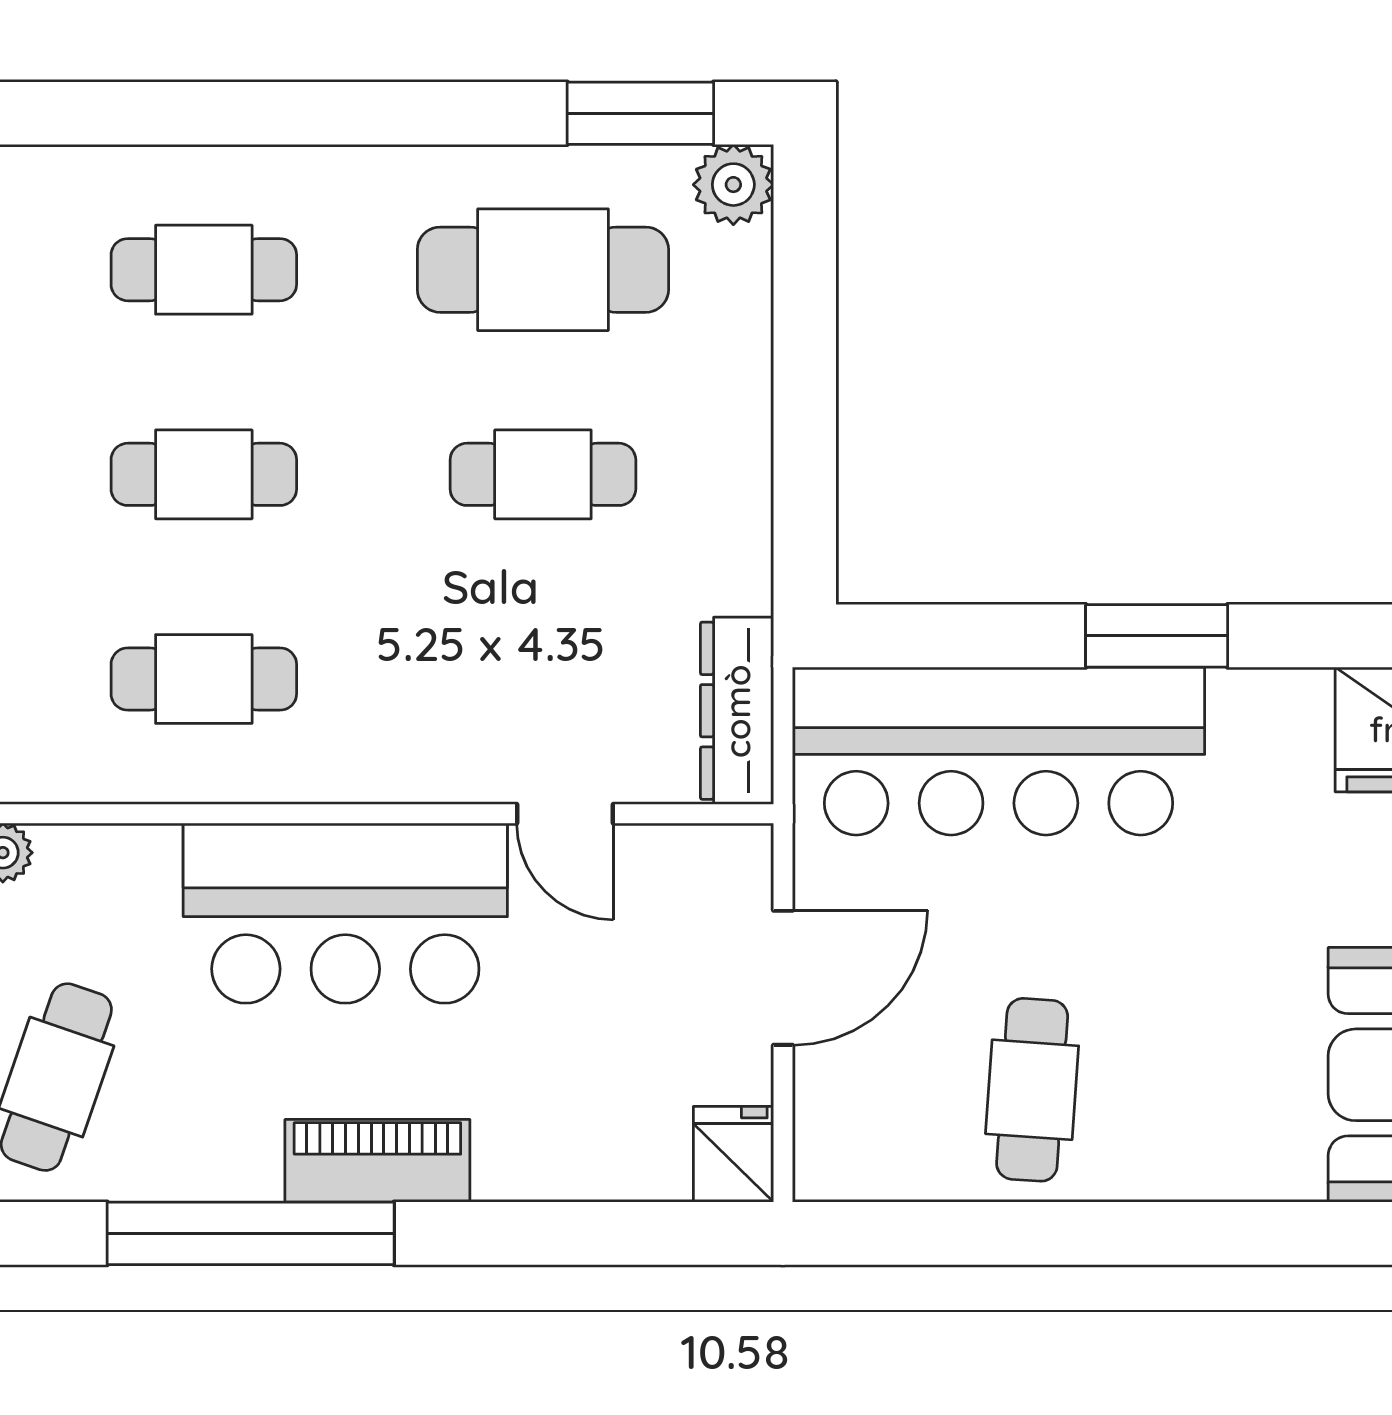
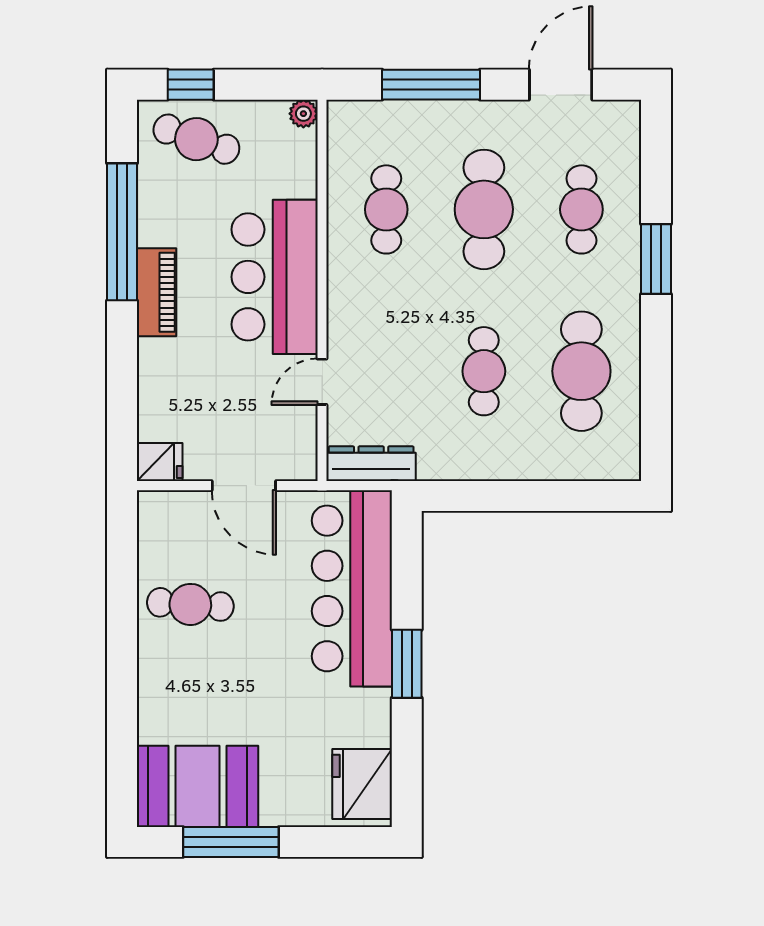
window: (640, 113) -> (656, 259), moved
plant: (733, 185) -> (622, 462), removed
cafe table: (204, 474) -> (484, 209), width x1.37, depth x1.35

